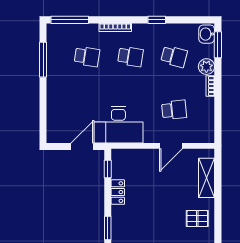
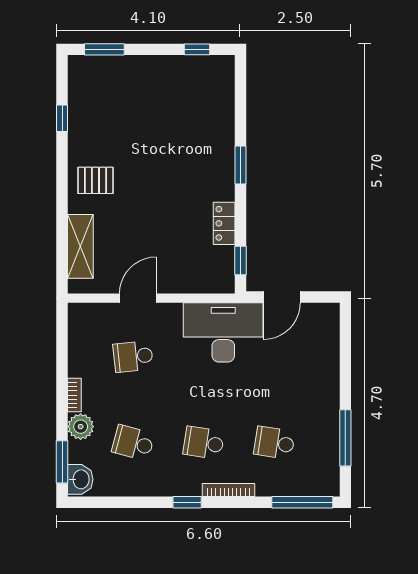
window: (157, 20) -> (187, 502), moved

